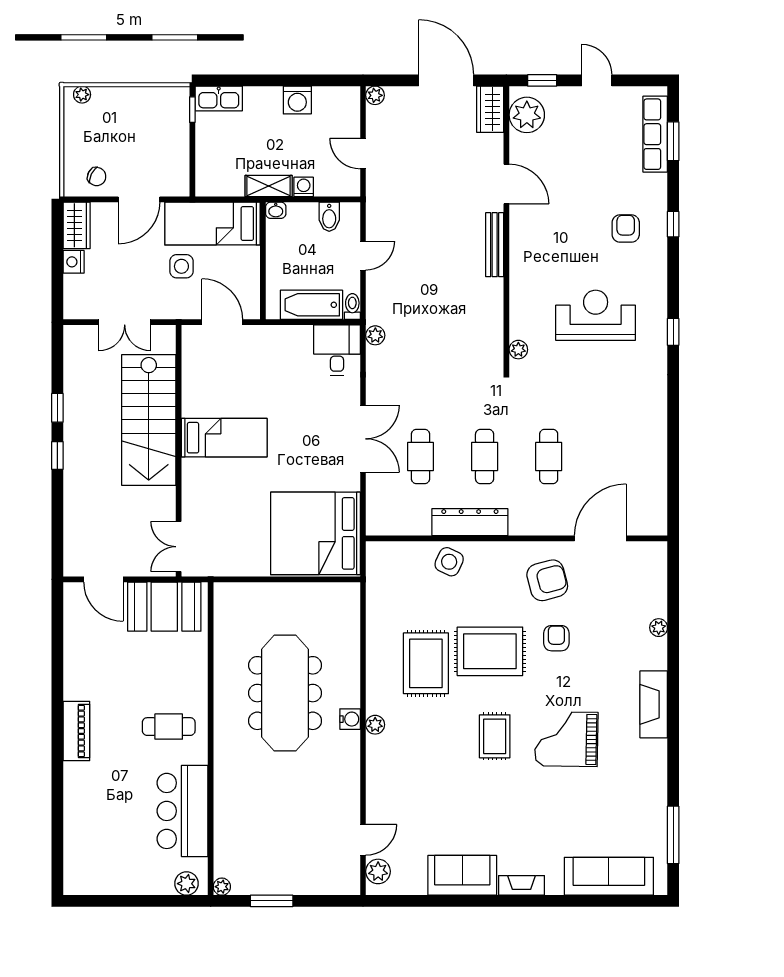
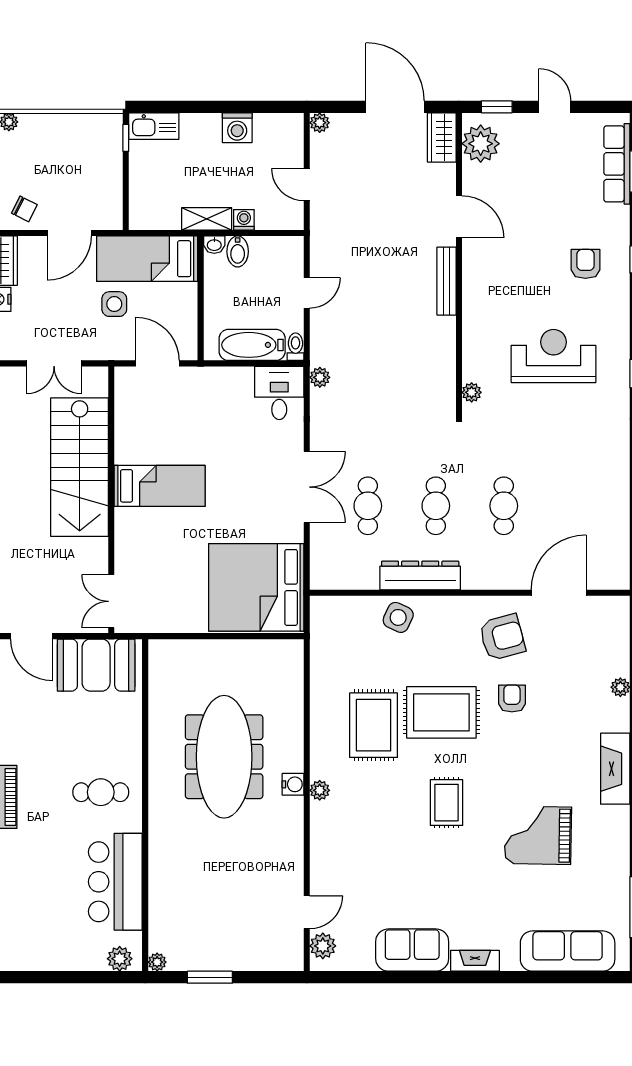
bidet: (329, 217) -> (238, 251), moved
grand piano: (566, 739) -> (538, 835), moved

